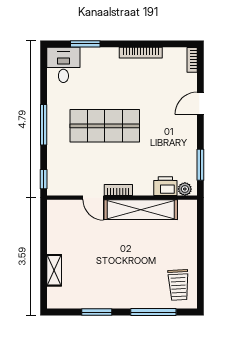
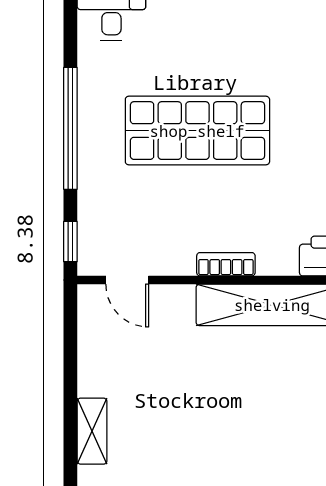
window: (44, 125) -> (70, 128), width x1.46
door: (93, 198) -> (127, 280), moved

